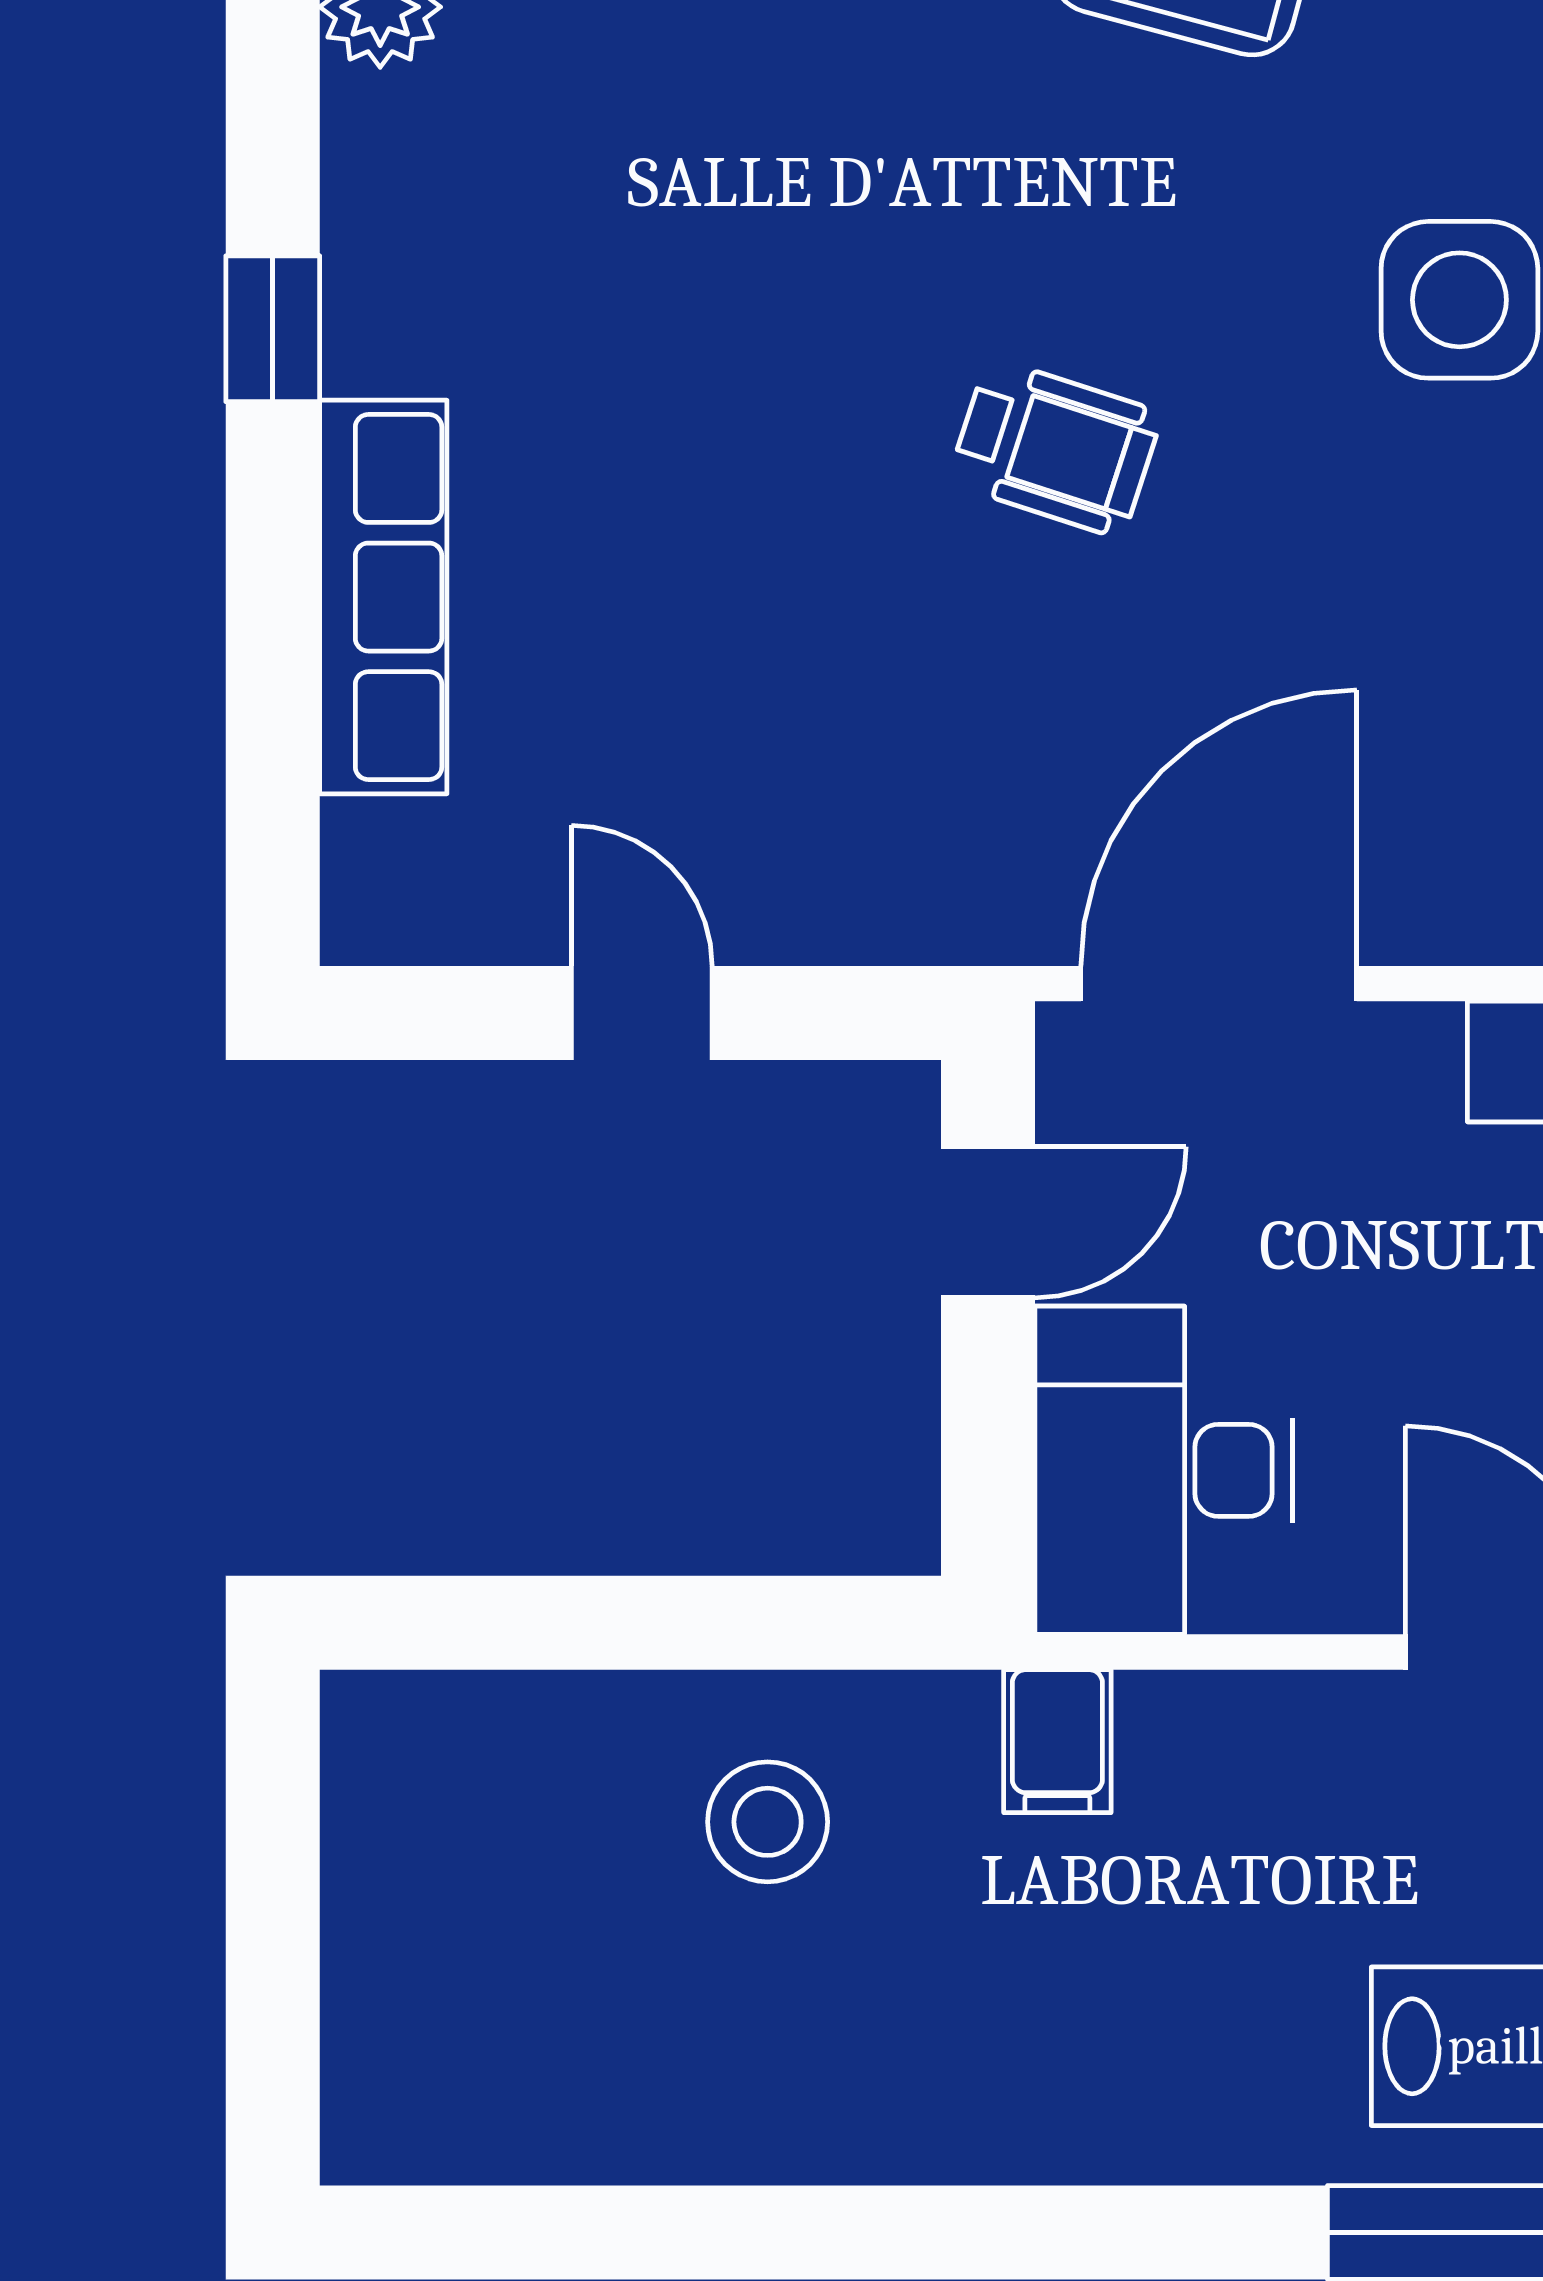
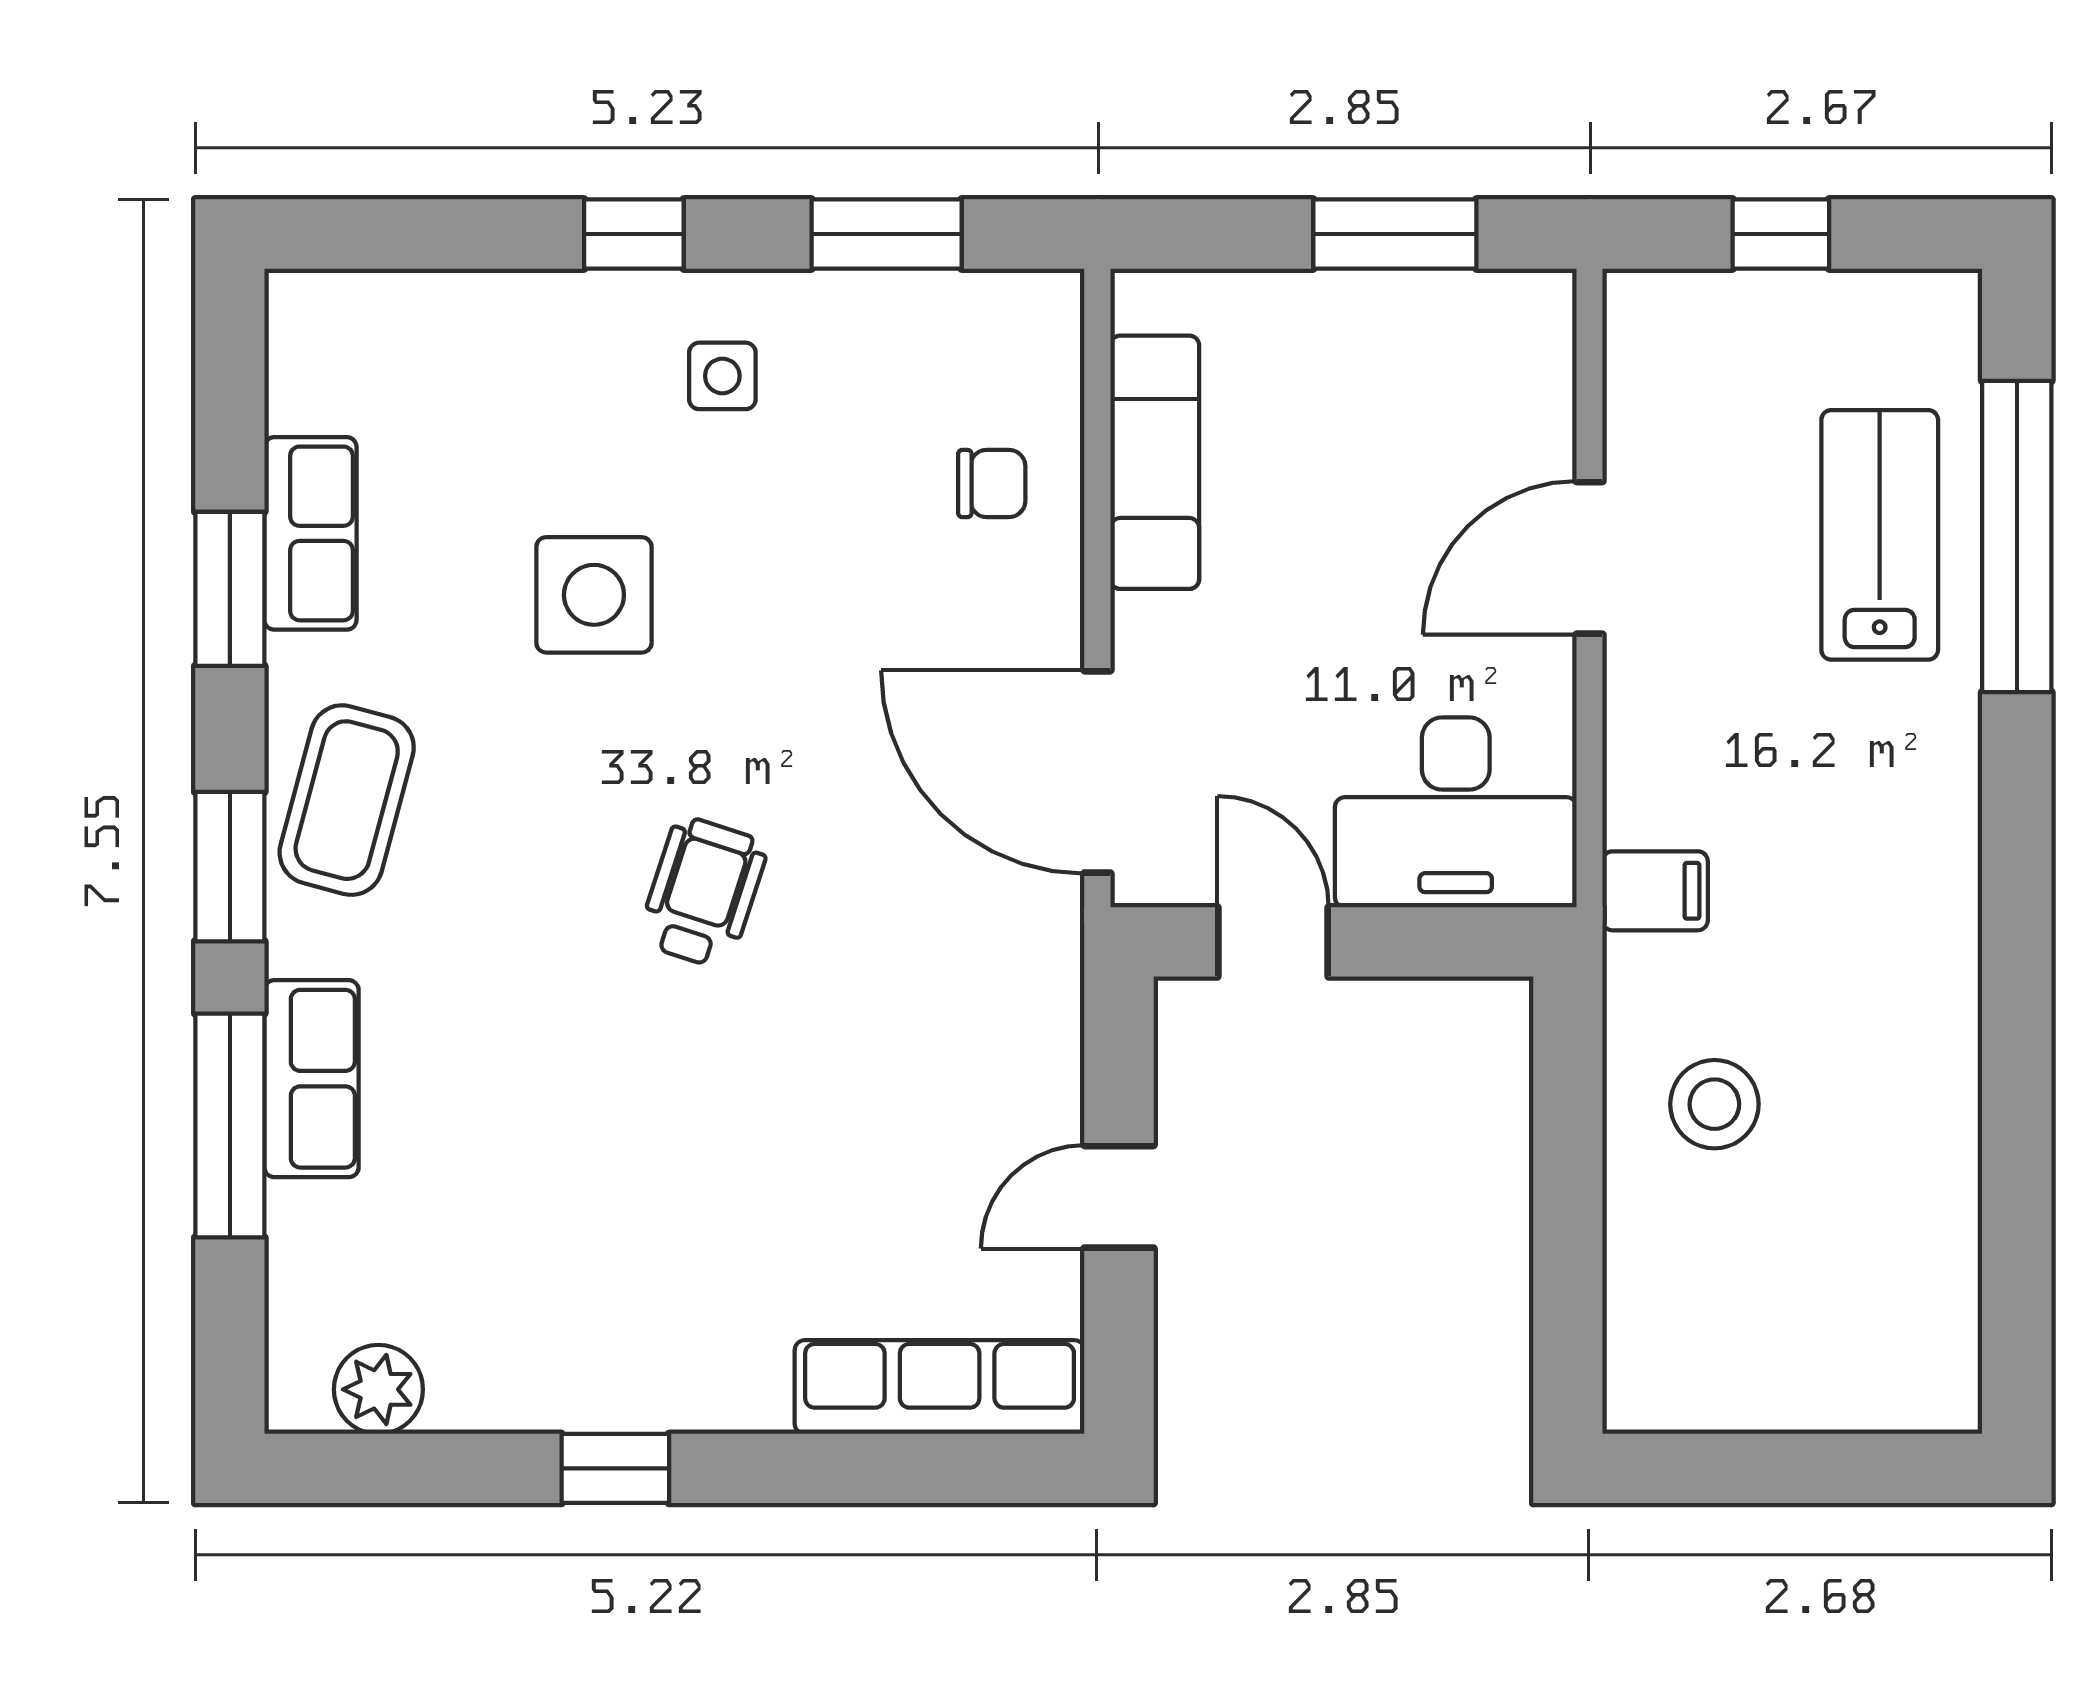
row of seats: (383, 597) -> (940, 1387), moved

